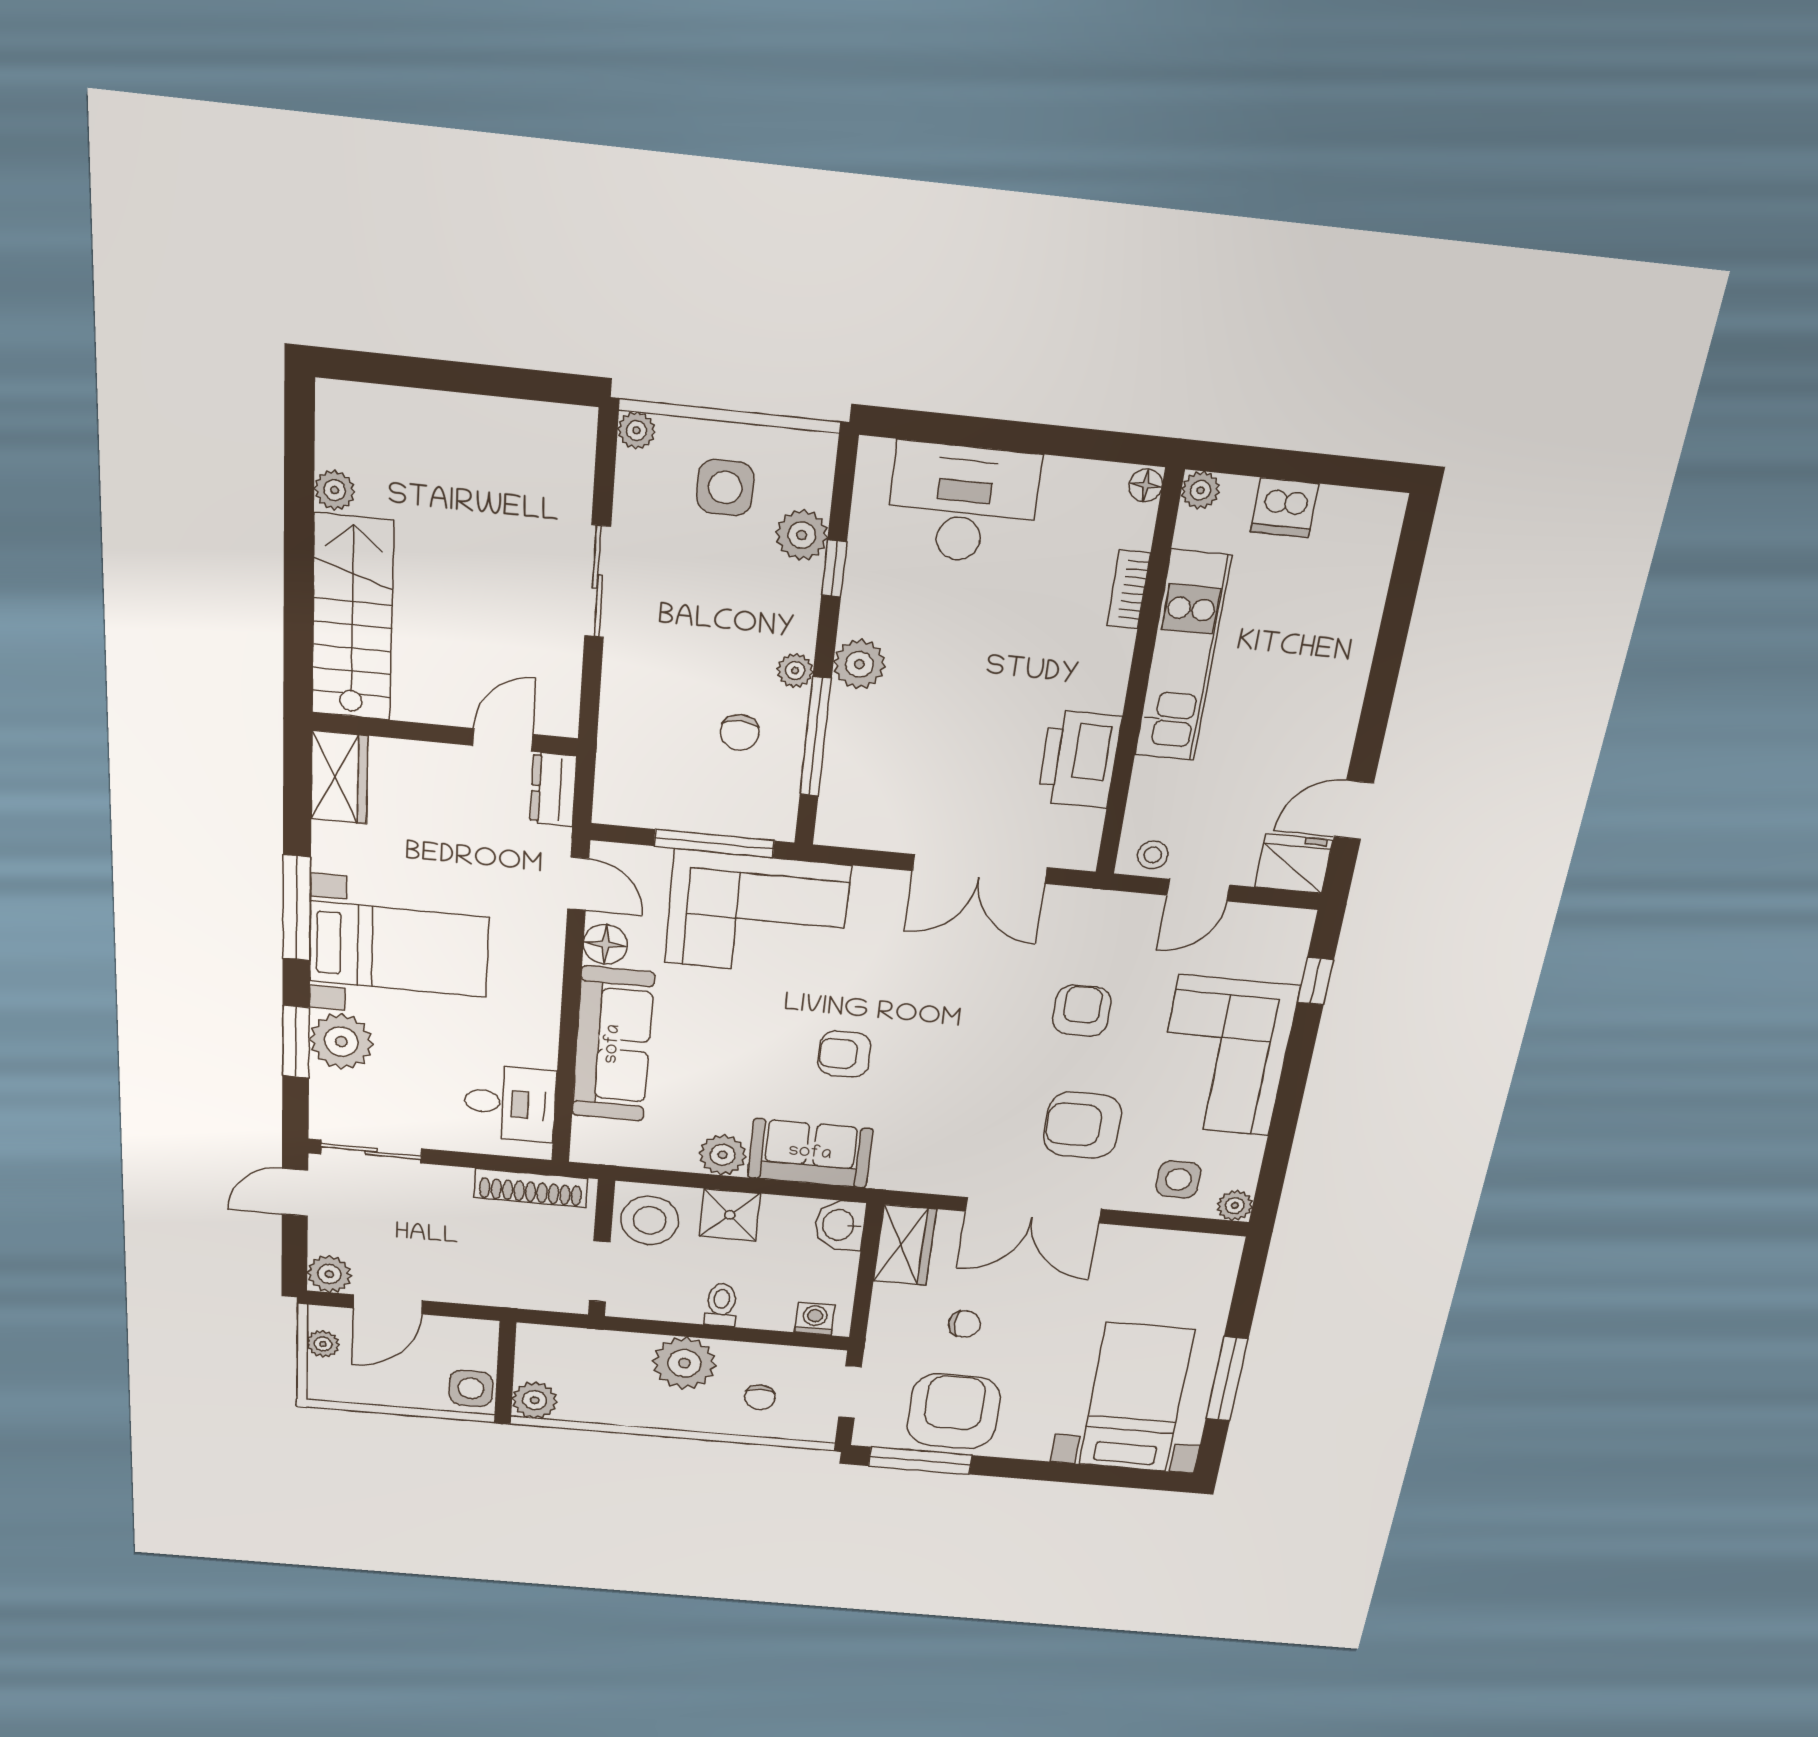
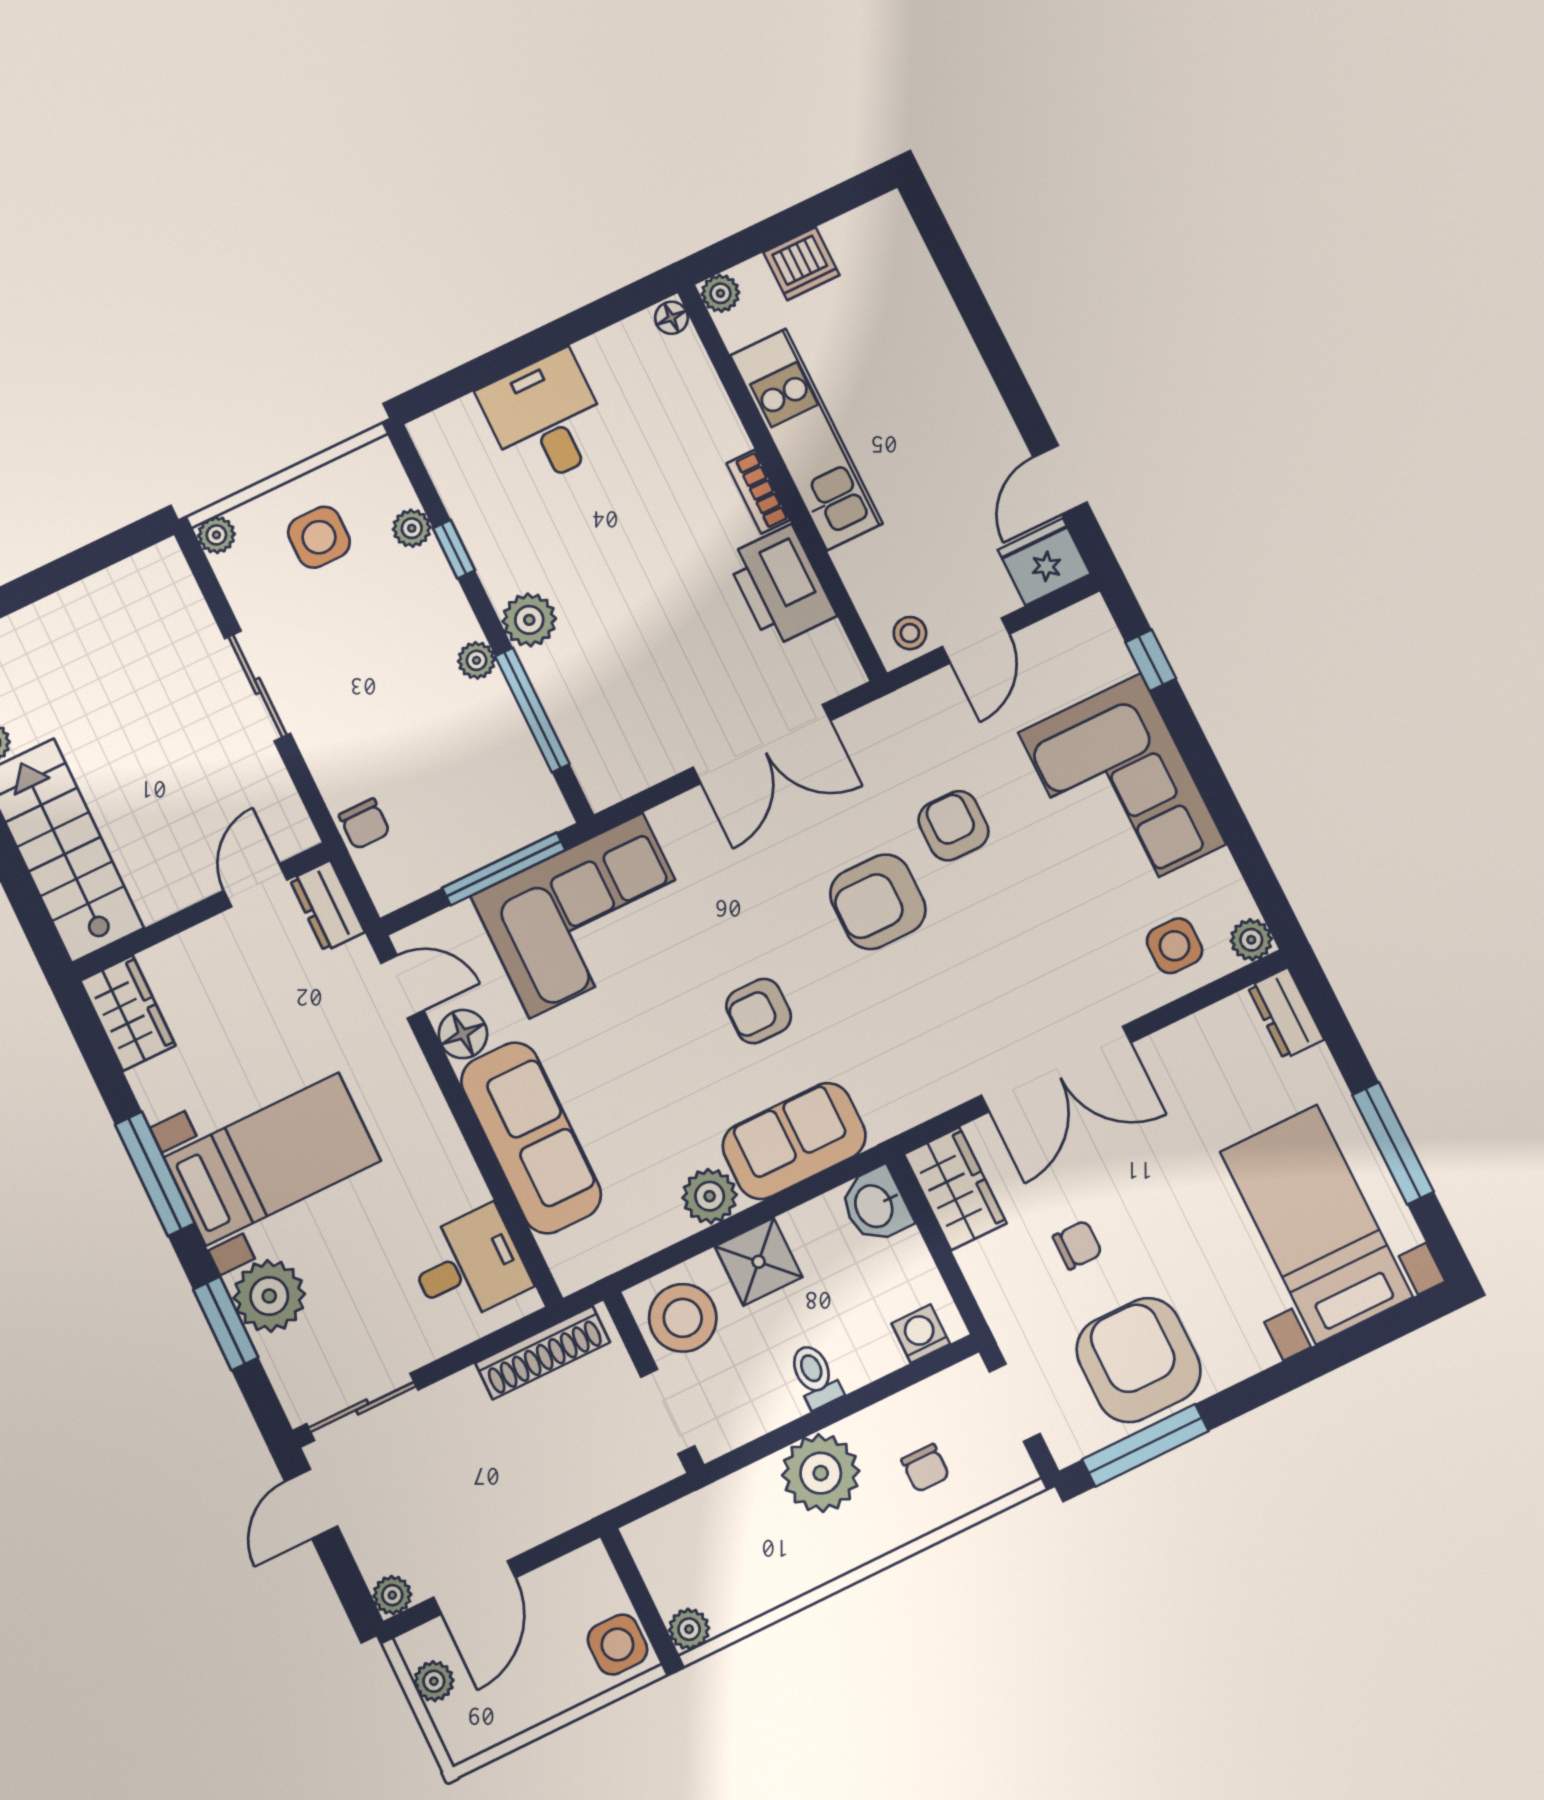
desk: (963, 504) -> (546, 419), width x0.73
plant: (802, 535) -> (412, 528), width x0.73, depth x0.73
bookcase: (1129, 589) -> (758, 492), moved
chair: (740, 732) -> (364, 824), moved
armchair: (1082, 1125) -> (878, 902), moved
dresser: (1221, 1264) -> (1286, 1013), added
plant: (329, 1274) -> (392, 1595), width x0.73, depth x0.73
plant: (535, 1400) -> (689, 1629), width x0.73, depth x0.73

